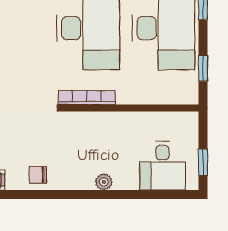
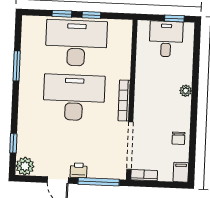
window: (203, 68) -> (91, 15), moved
desk: (162, 166) -> (166, 39), moved, turned -90

